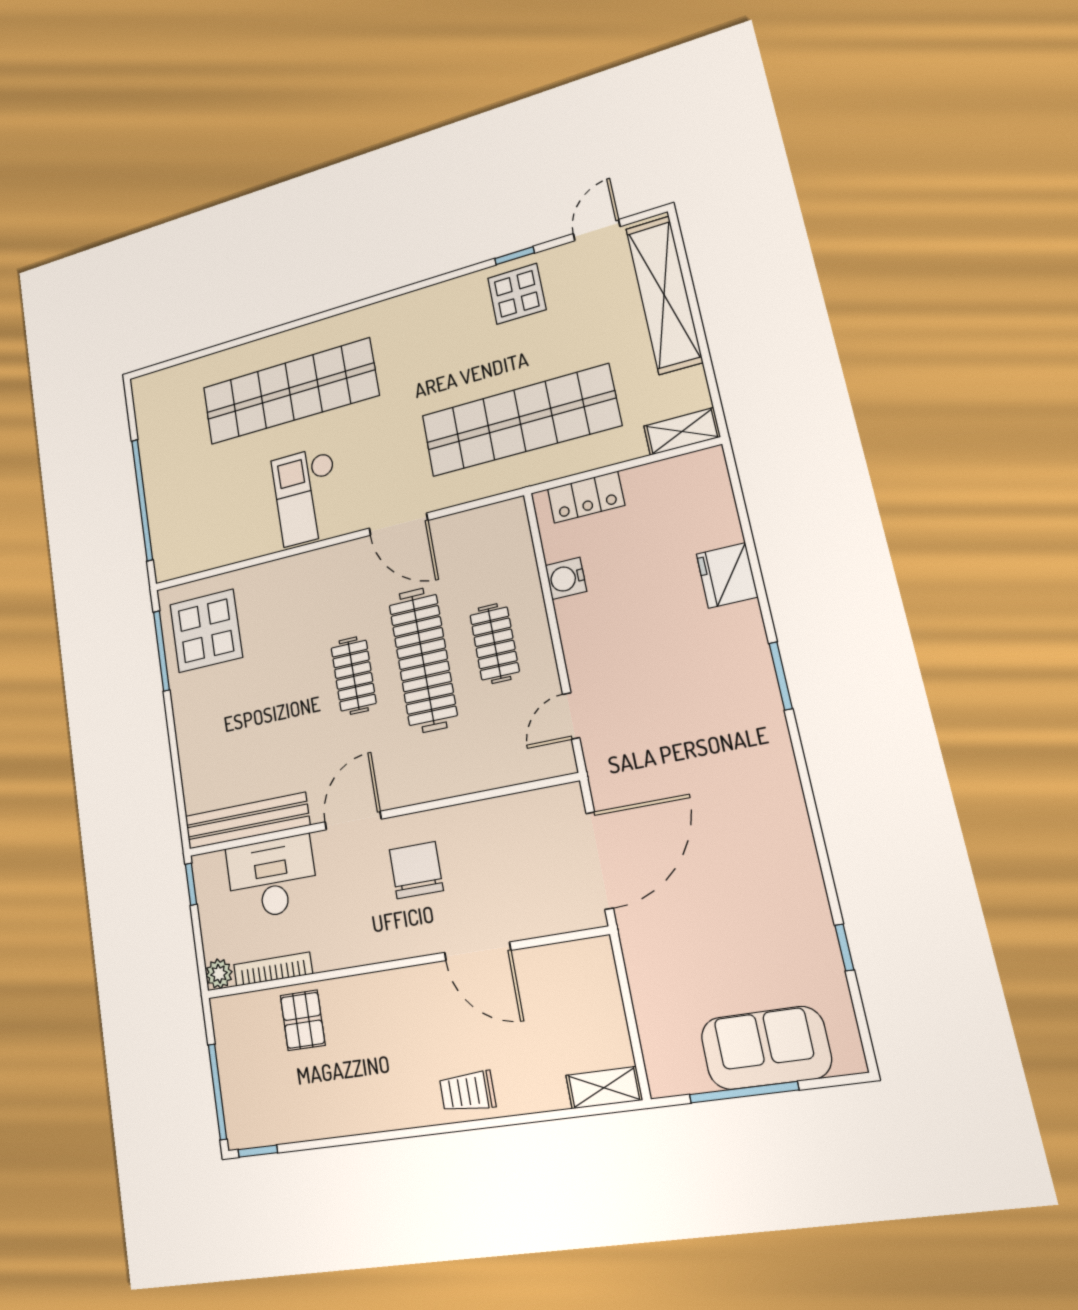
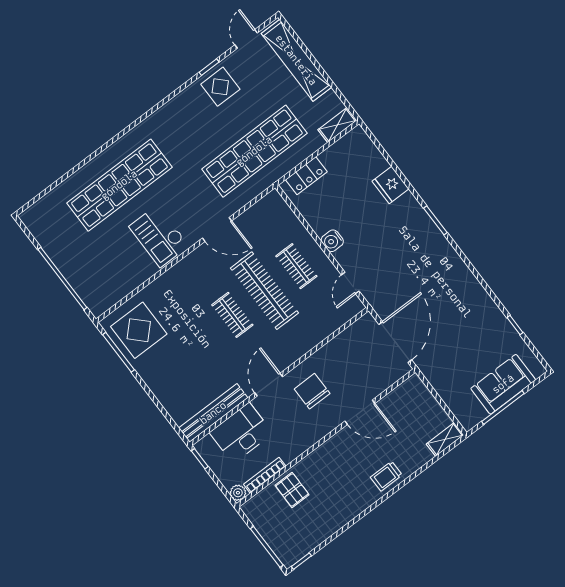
water cooler: (566, 578) -> (332, 241), moved

